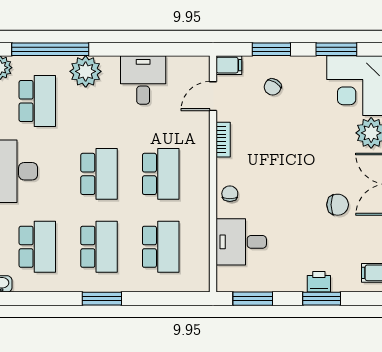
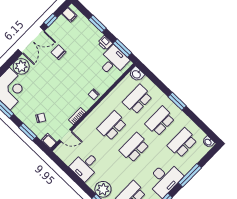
desk: (241, 242) -> (113, 61), moved, turned -90
washbasin: (197, 281) -> (137, 74), added
printer: (319, 282) -> (105, 43), moved

